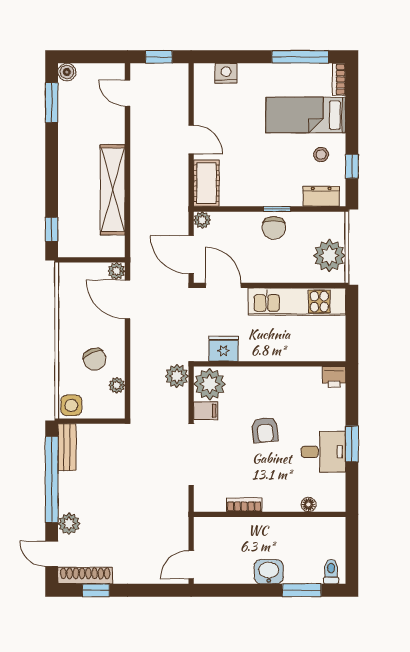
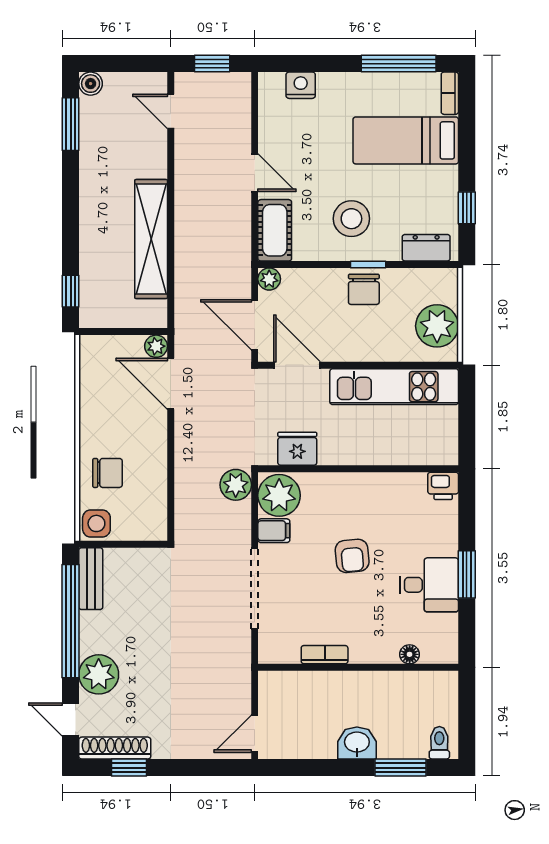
stool: (321, 154) -> (351, 219), moved, width x1.89, depth x1.89
chair: (95, 359) -> (108, 473), moved, turned -68
plant: (117, 385) -> (157, 497), removed
plant: (69, 524) -> (99, 674), width x1.36, depth x1.36

